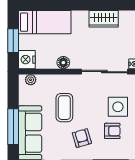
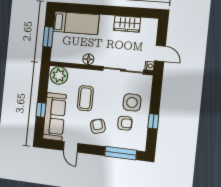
nightstand: (27, 60) -> (58, 54), removed
plant: (31, 80) -> (59, 76), width x1.87, depth x1.87
window: (13, 127) -> (41, 110), width x0.46

